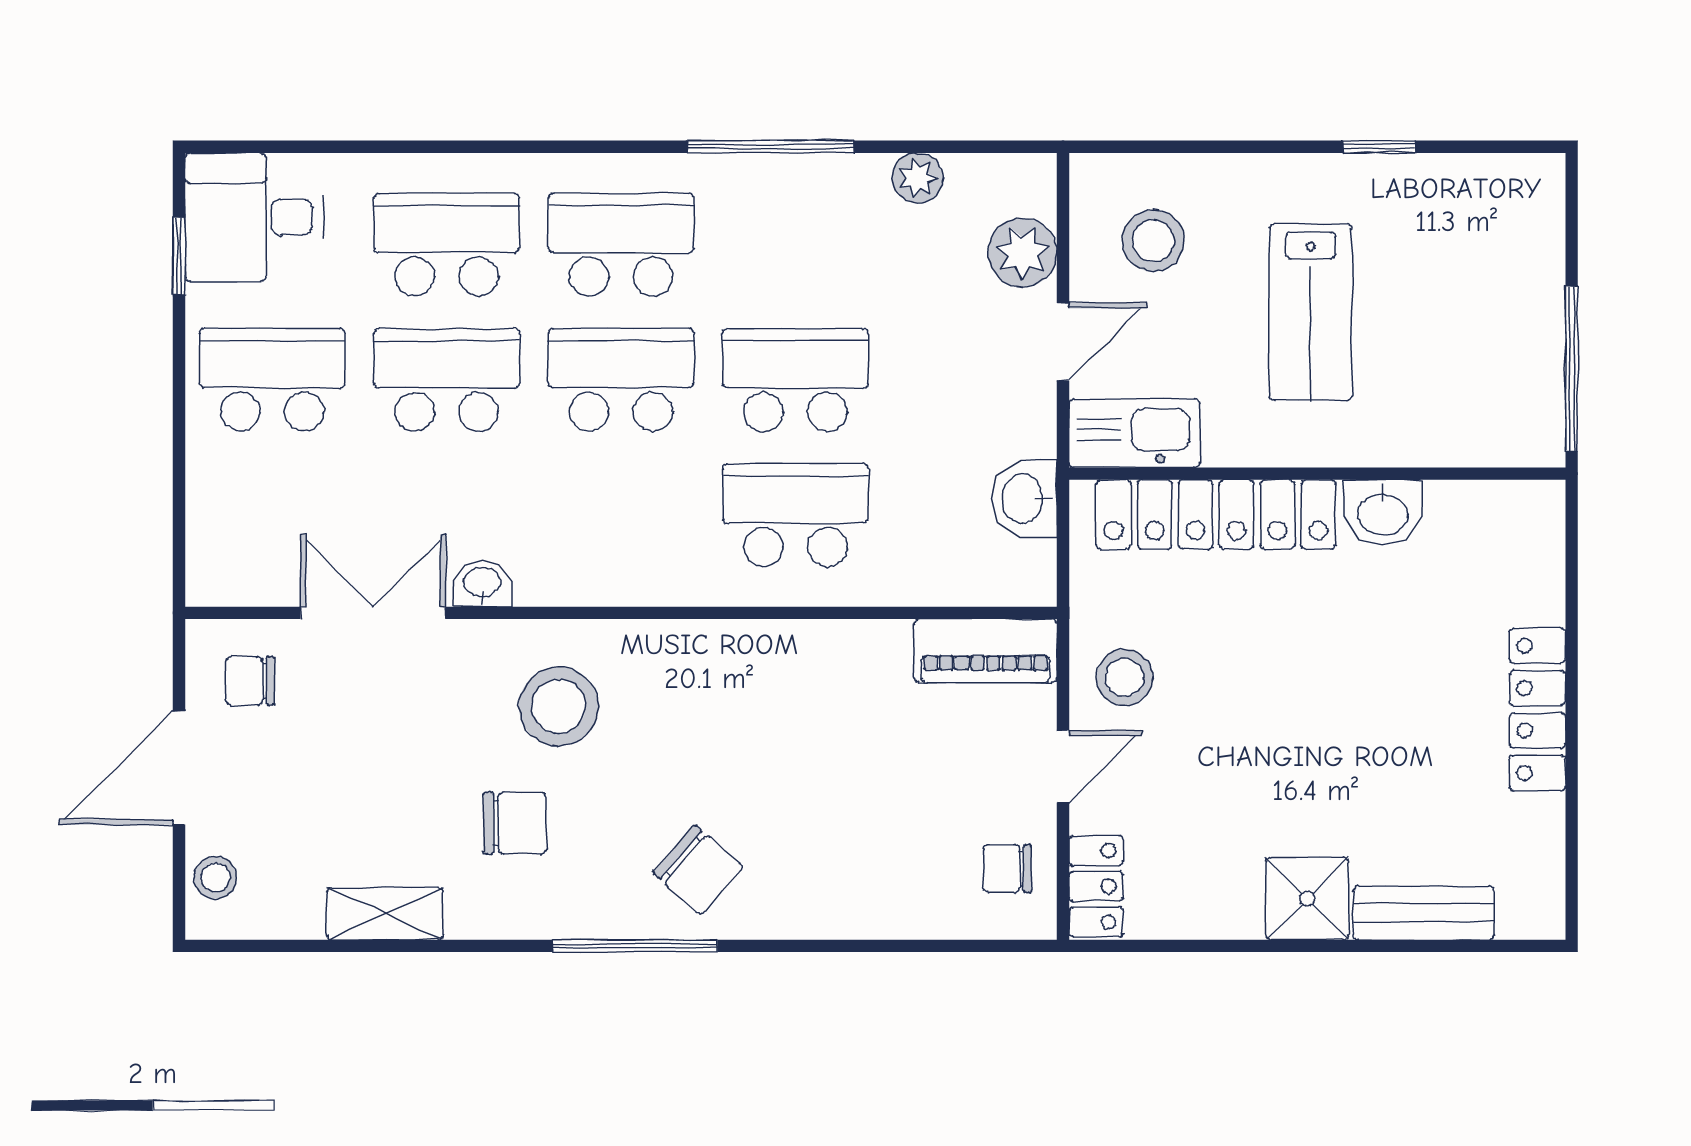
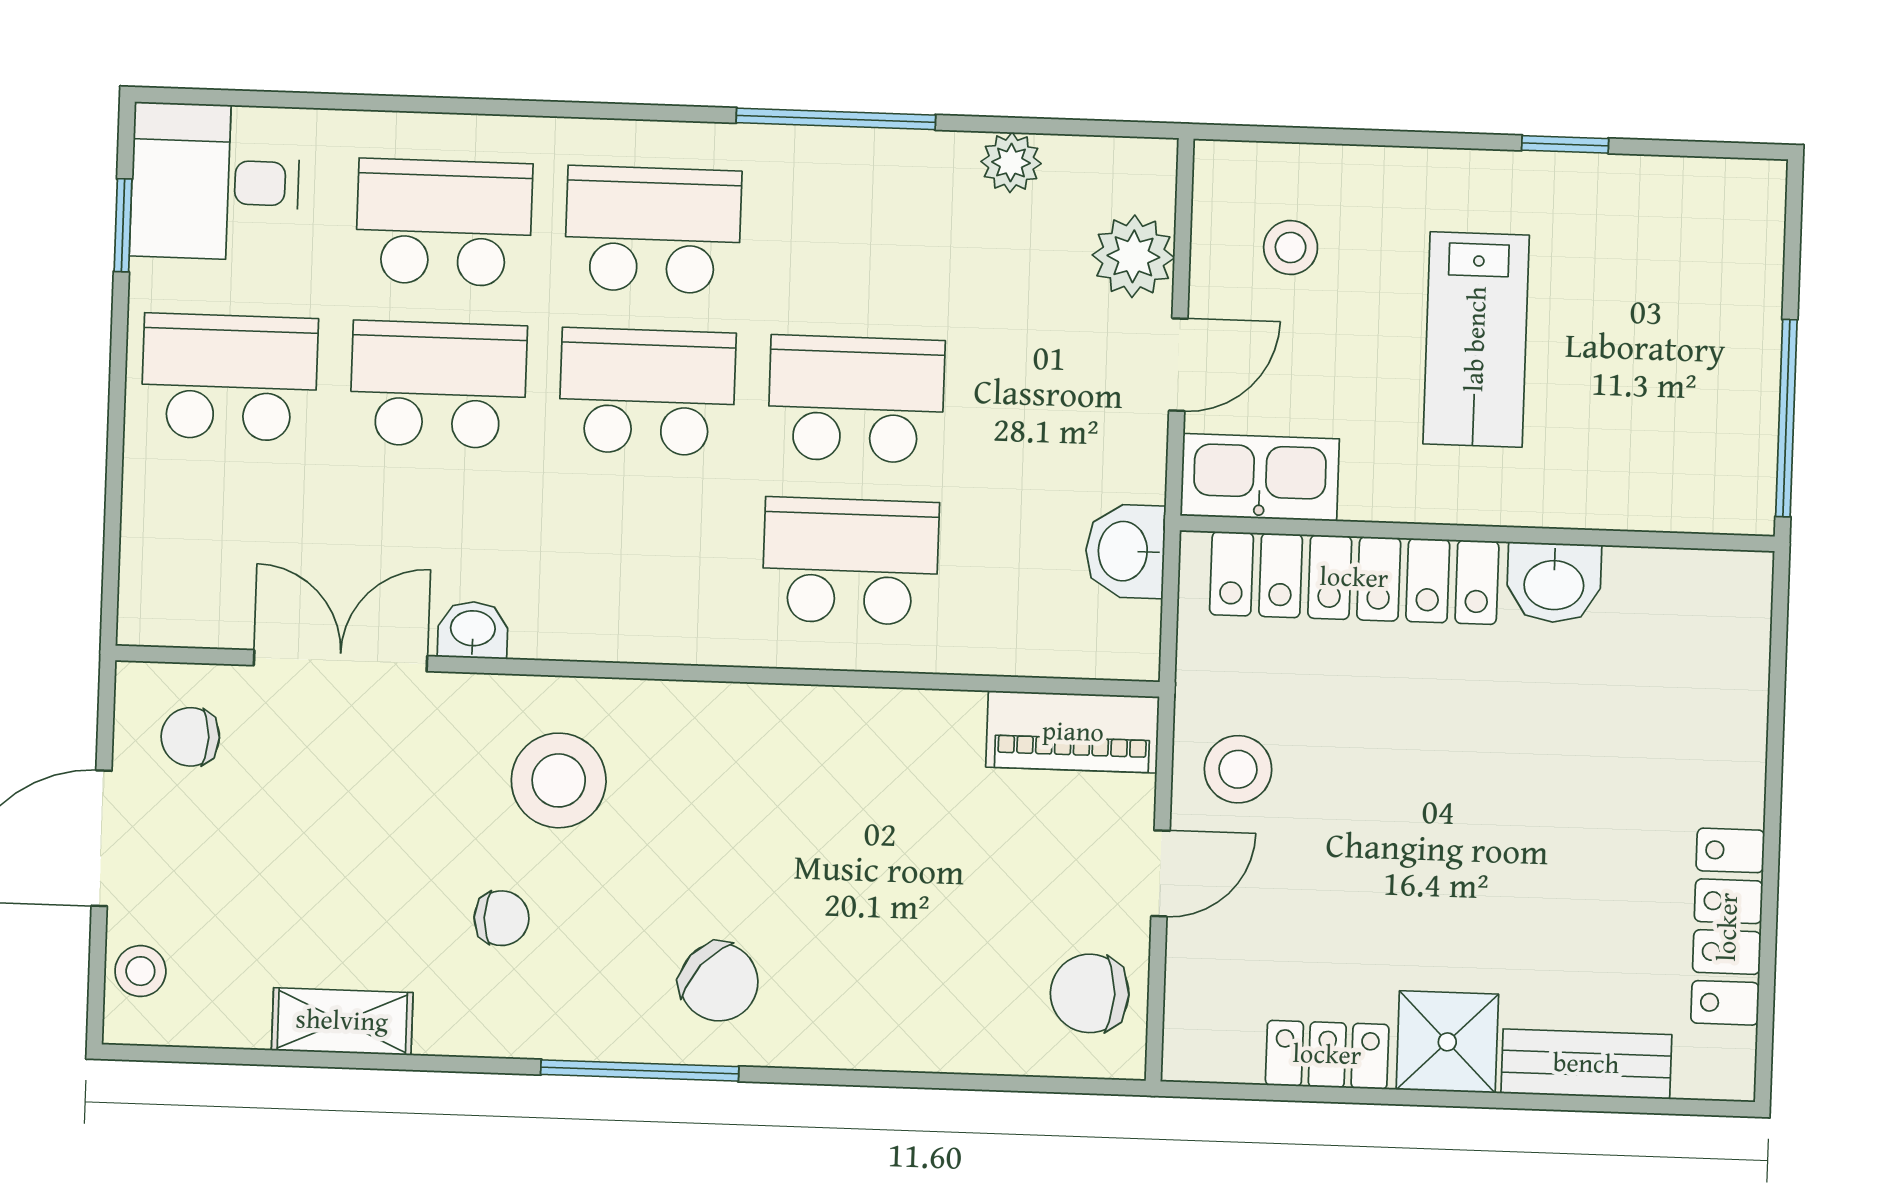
stool: (1153, 241) -> (1291, 247), width x0.73, depth x0.73
locker: (1537, 709) -> (1728, 927), moved
chair: (515, 823) -> (502, 918), width x0.73, depth x0.73
chair: (1007, 869) -> (1090, 993), width x1.37, depth x1.37
locker: (1096, 886) -> (1327, 1055), moved, turned -90

